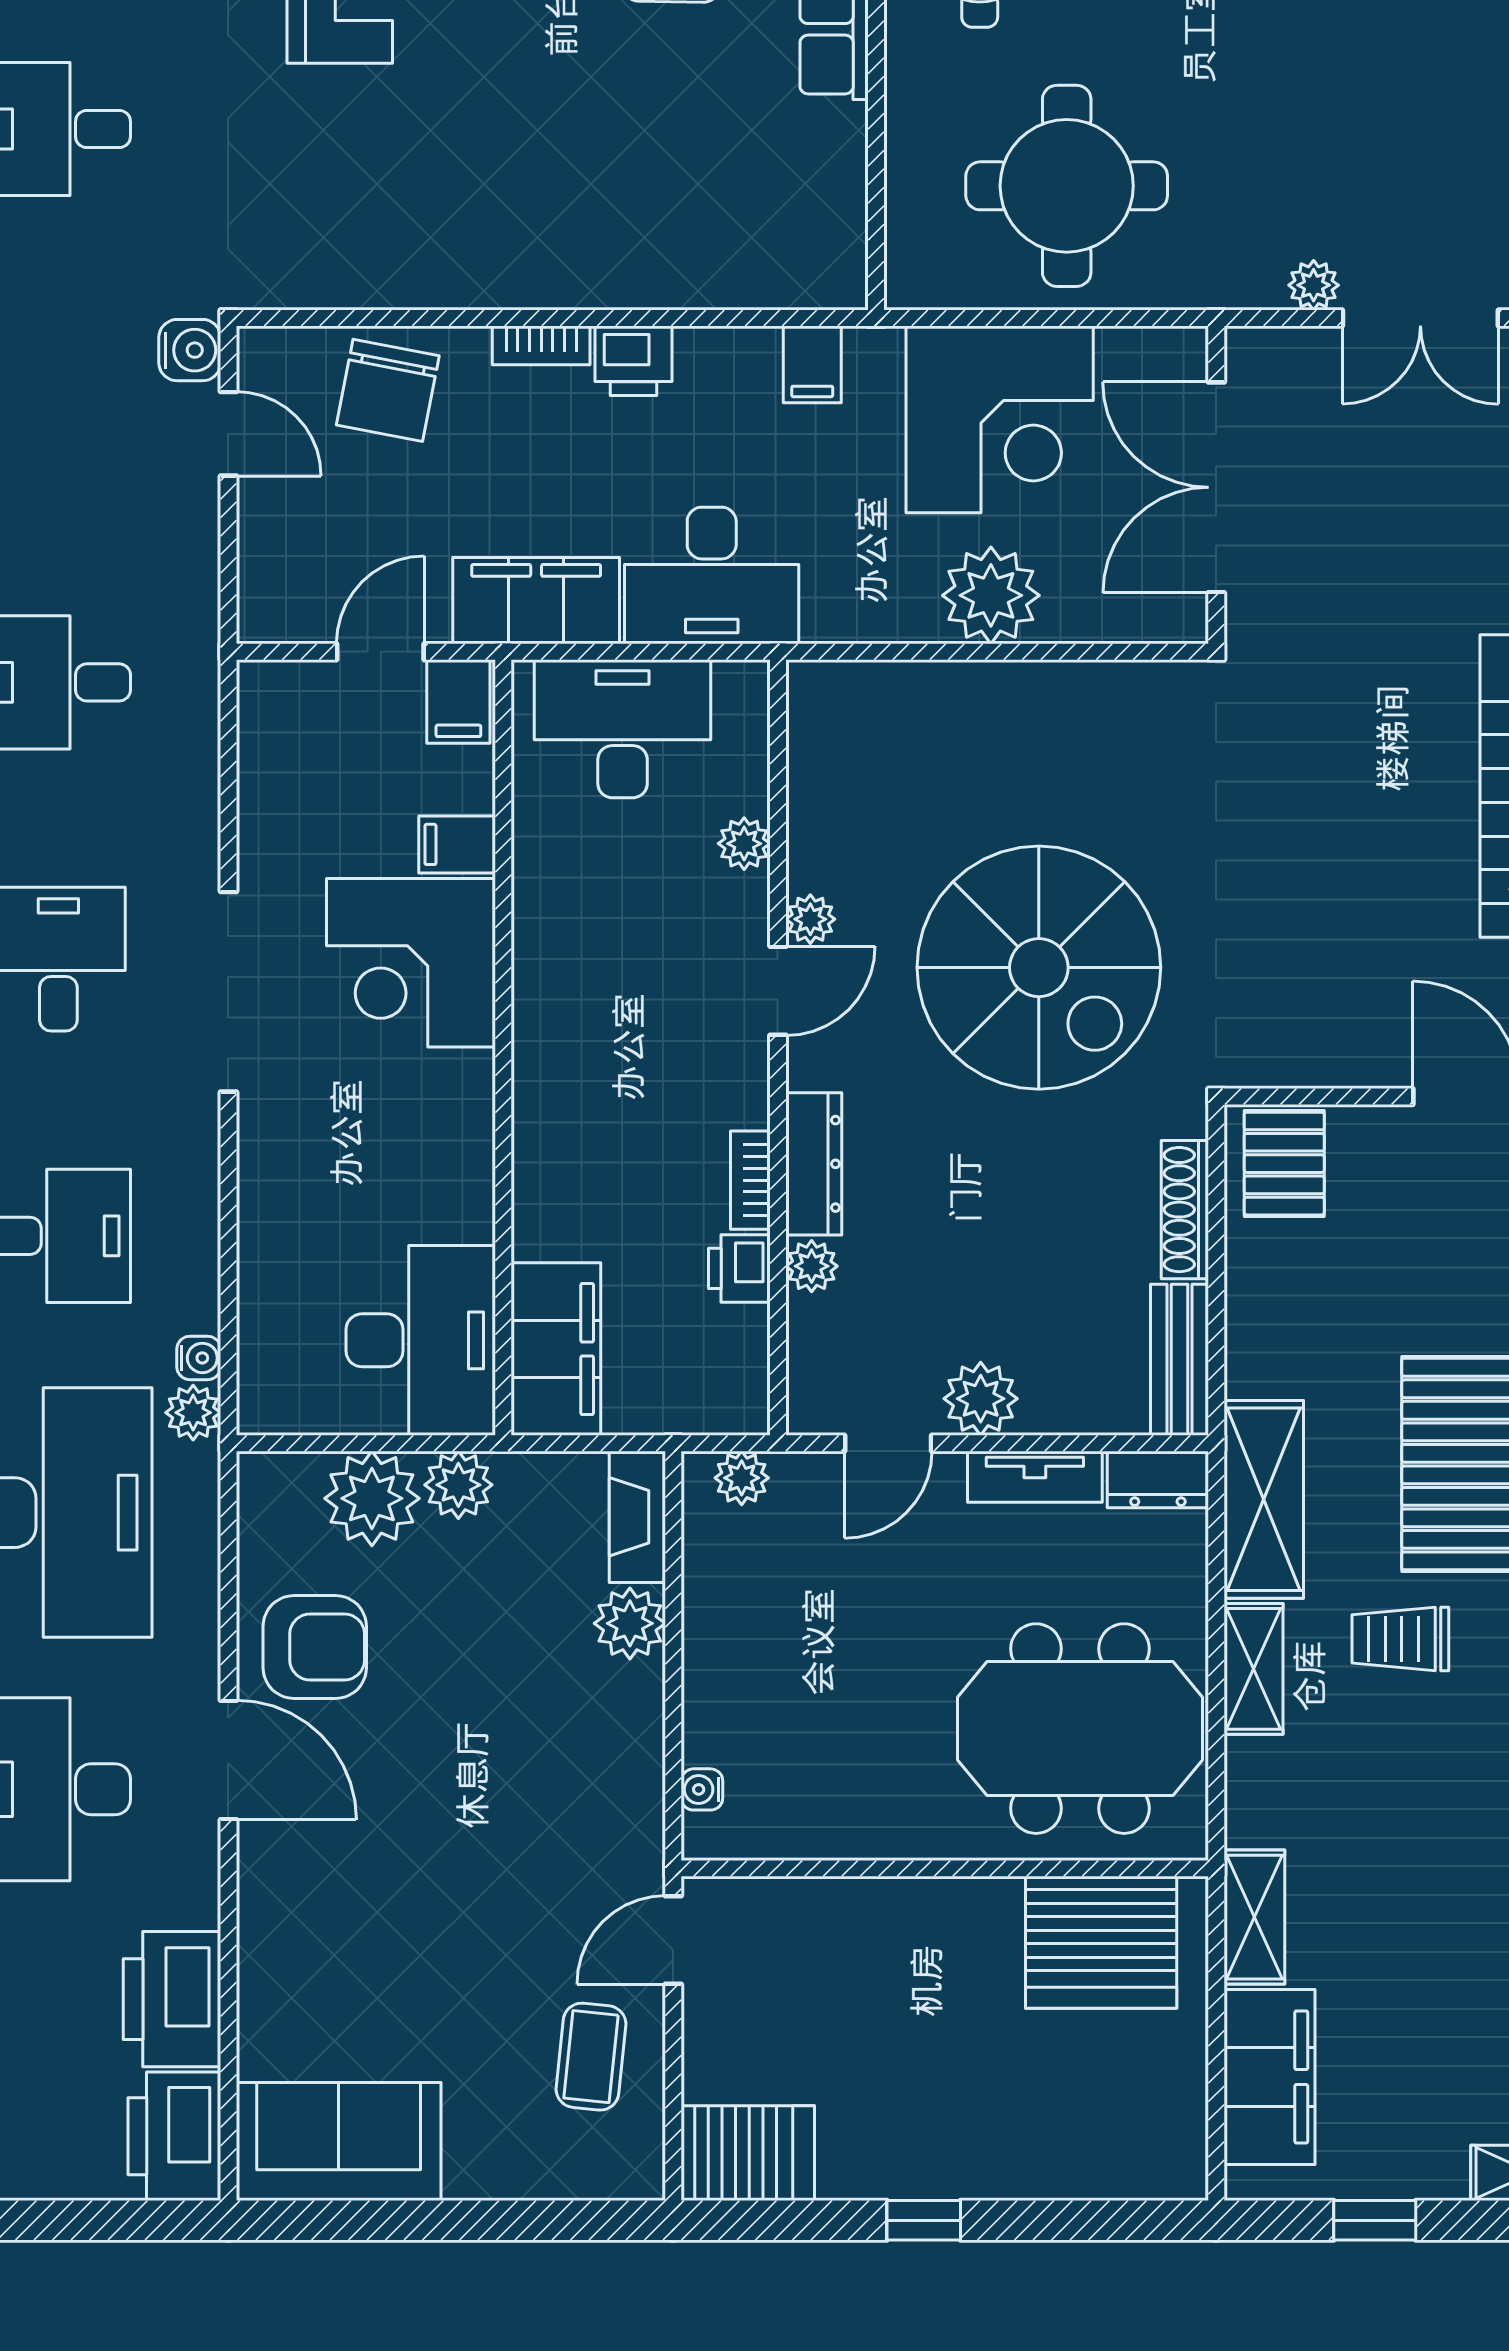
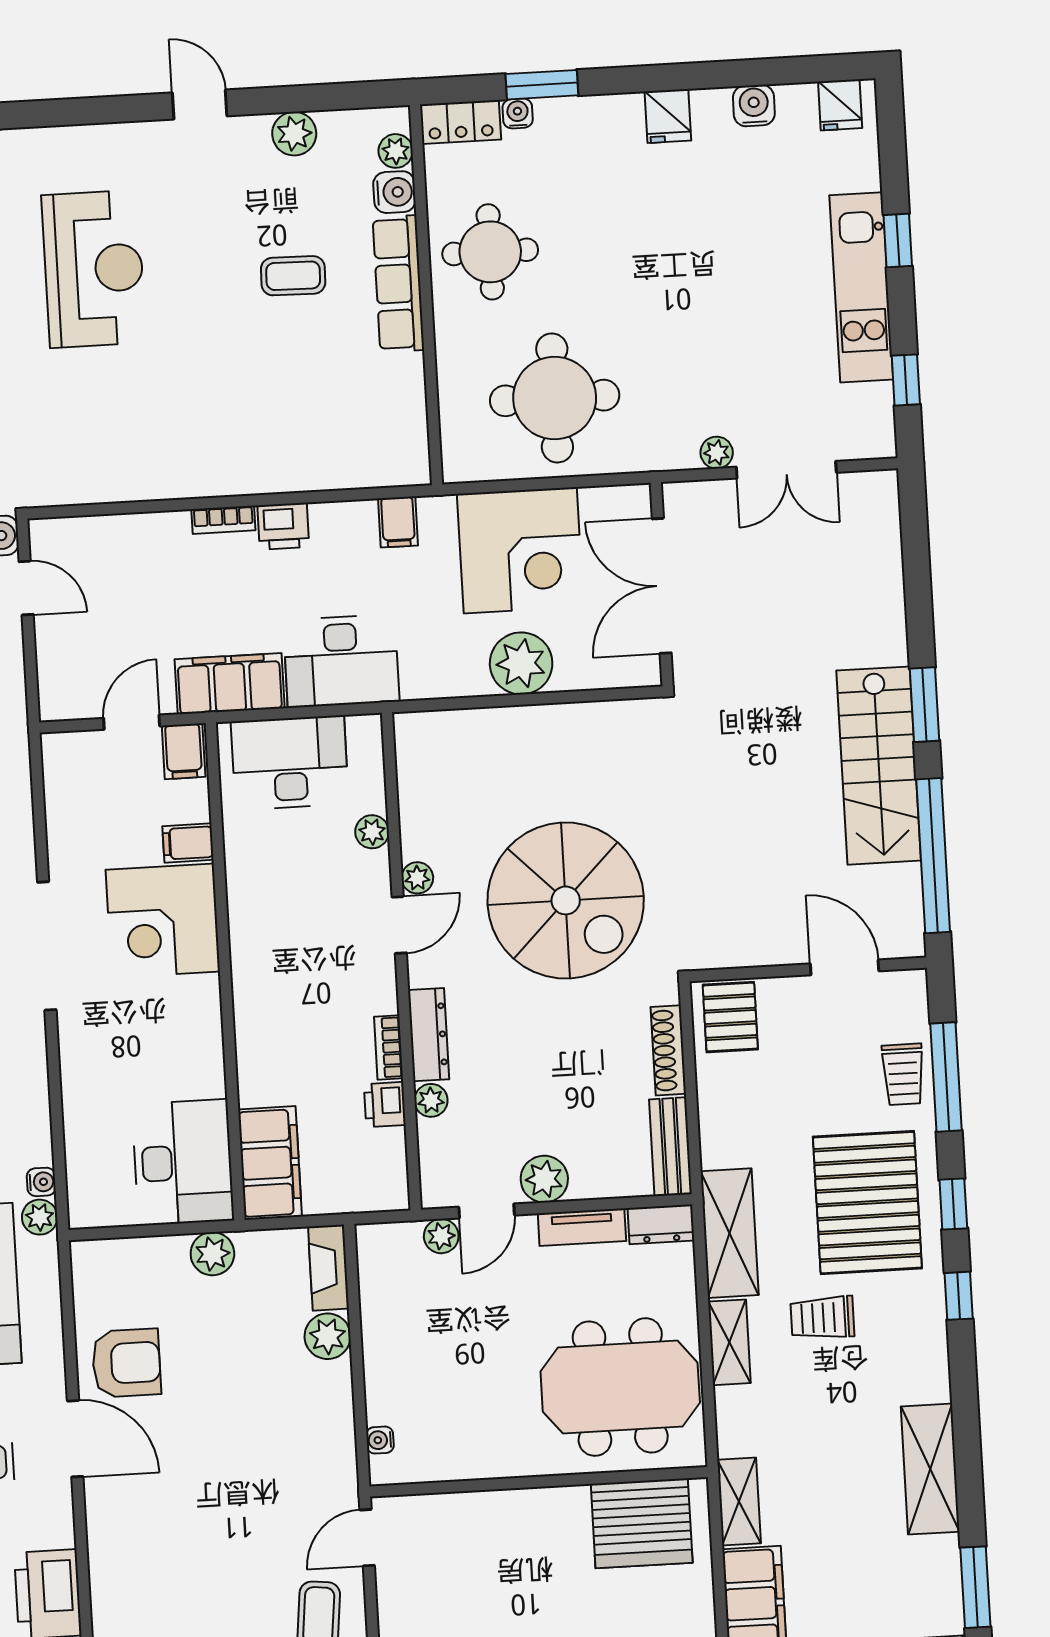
chair: (388, 390) -> (127, 554), removed
plant: (742, 1478) -> (441, 1236), moved
plant: (372, 1498) -> (158, 1266), removed

